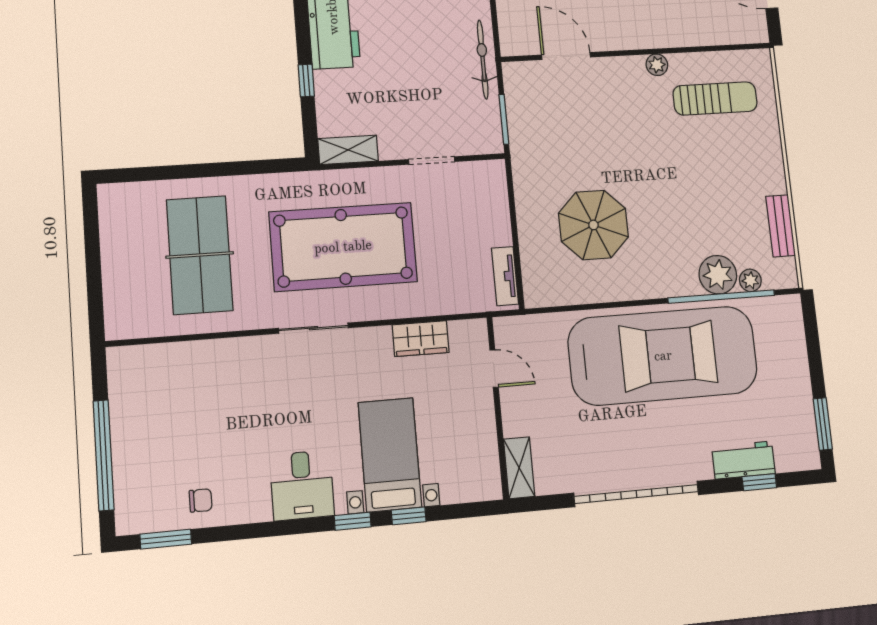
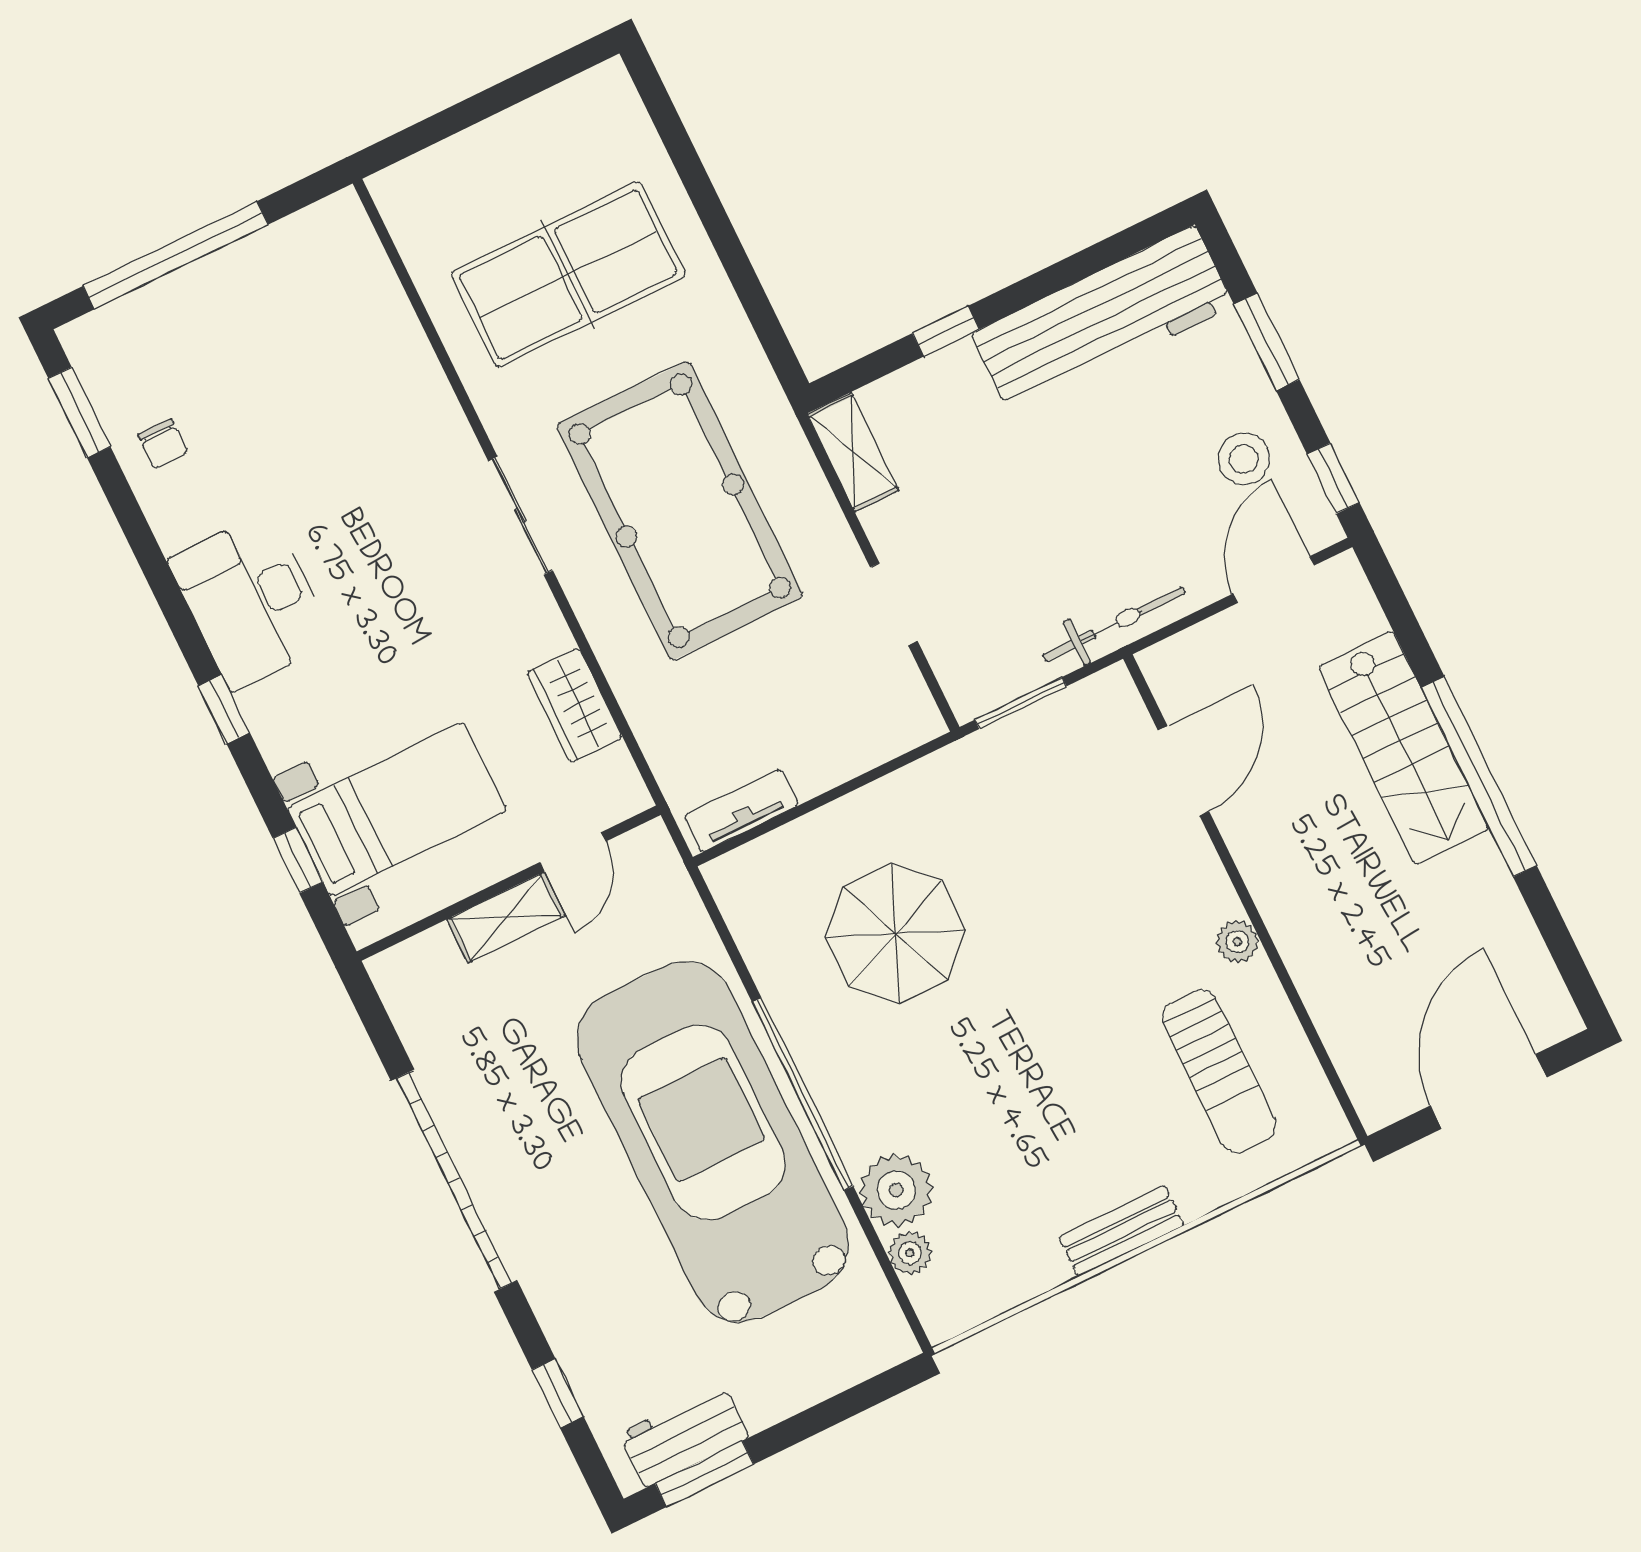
bench: (781, 226) -> (1121, 1231), moved
window: (721, 297) -> (803, 1094), moved
car: (663, 356) -> (712, 1142), turned 180
bed with nightstands: (390, 455) -> (397, 809), moved
workbench: (743, 460) -> (684, 1436), moved, turned -90
shelving: (519, 468) -> (506, 917), moved
desk: (302, 485) -> (251, 601), width x1.37
window: (409, 516) -> (298, 860), moved

